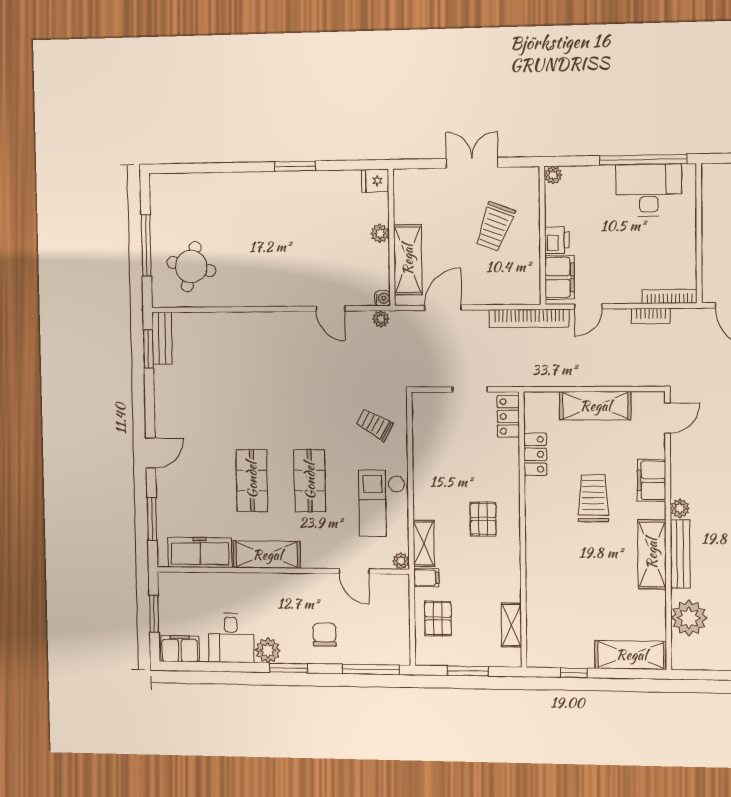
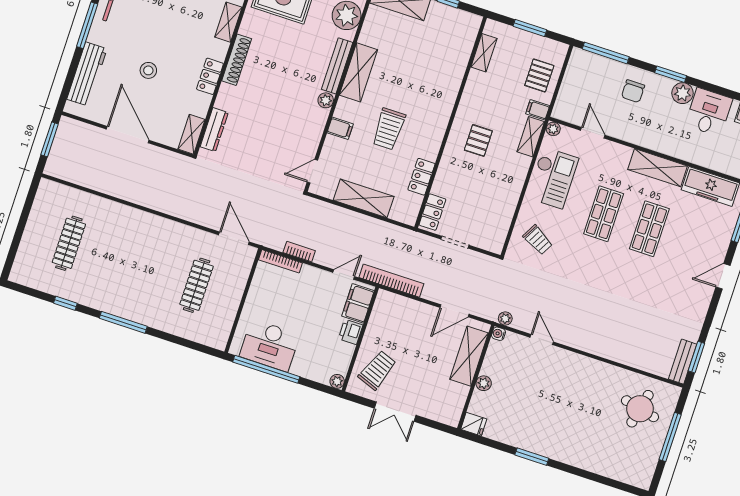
trolley: (495, 227) -> (377, 370), moved
filing cabinet: (651, 480) -> (340, 128), width x0.50

